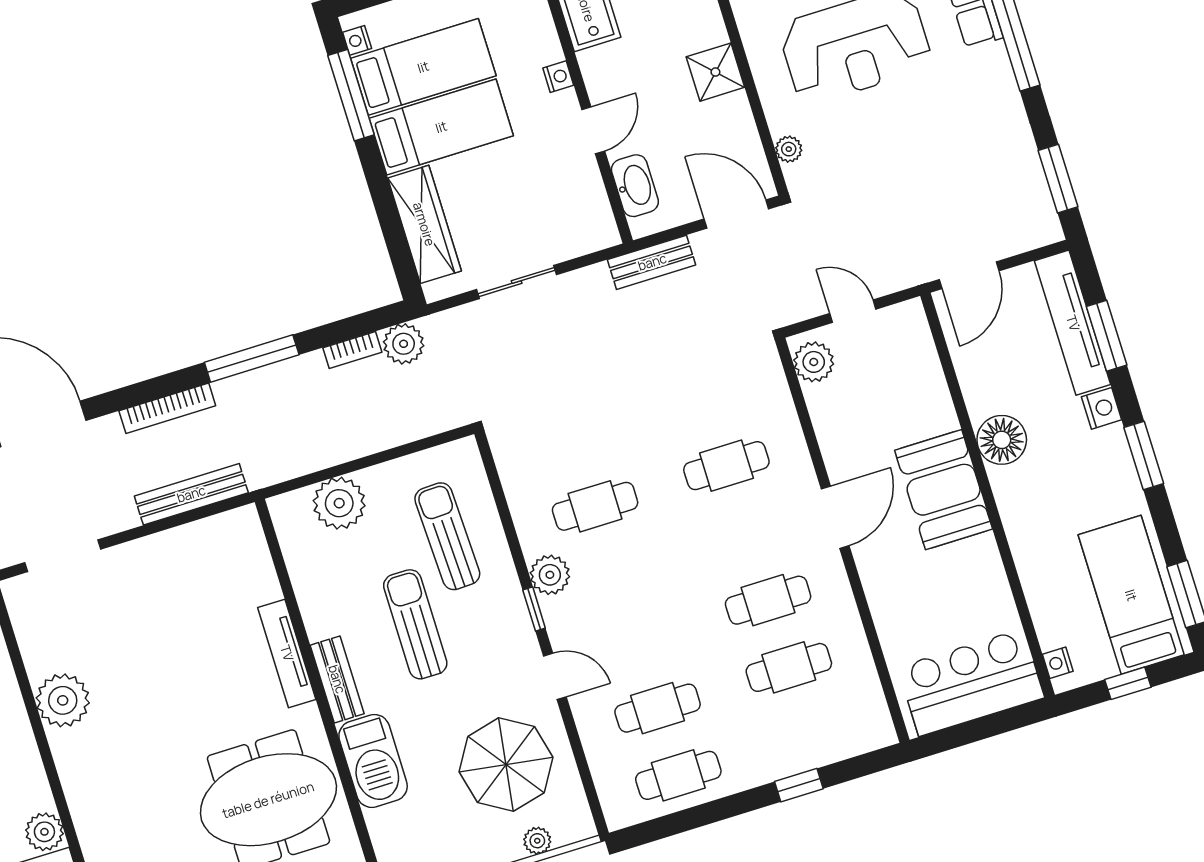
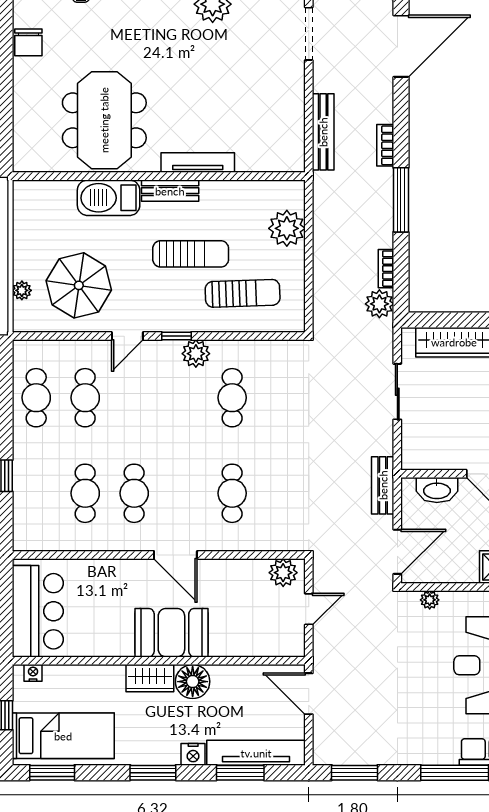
bookcase: (167, 408) -> (385, 145), width x0.64
wardrobe: (1015, 500) -> (150, 678), added

